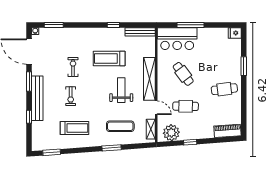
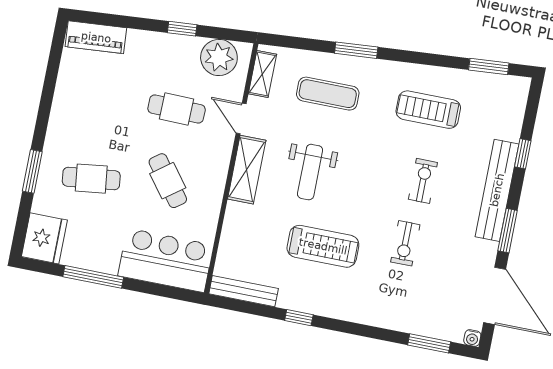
window: (191, 25) -> (93, 277), moved
fridge: (235, 33) -> (44, 238), width x1.88, depth x1.34
shelving: (149, 79) -> (247, 170), width x0.68
cafe table: (224, 89) -> (91, 179), moved

